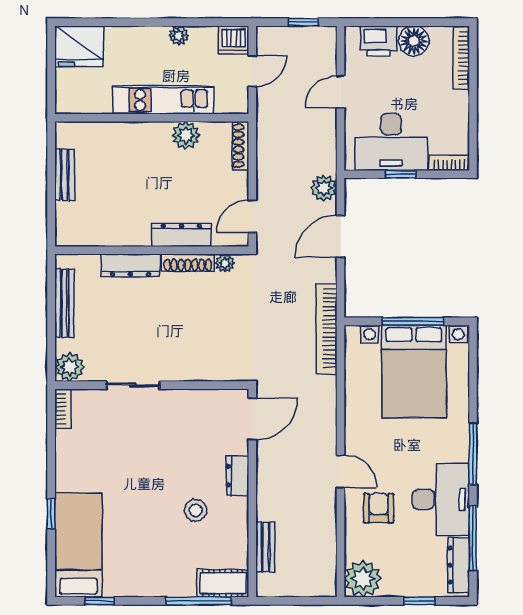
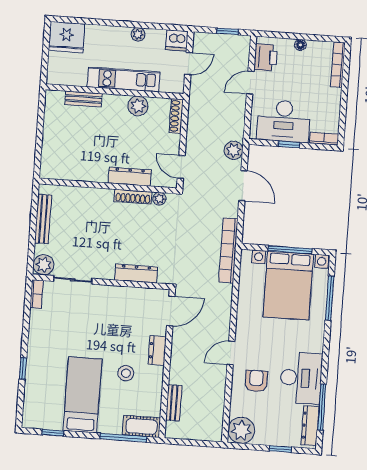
printer: (378, 41) -> (266, 57), moved, turned -90
floor lamp: (414, 41) -> (300, 45), width x0.53, depth x0.53
bench: (65, 175) -> (84, 99), moved, turned 90
door: (252, 216) -> (181, 167), hinge flipped
door: (341, 236) -> (243, 186), swing flipped
dresser: (130, 265) -> (136, 273), moved, turned 180
sliding door: (133, 385) -> (73, 280), moved
window: (473, 454) -> (330, 298), moved
door: (341, 472) -> (231, 353), swing flipped
bed: (78, 545) -> (83, 395), moved

